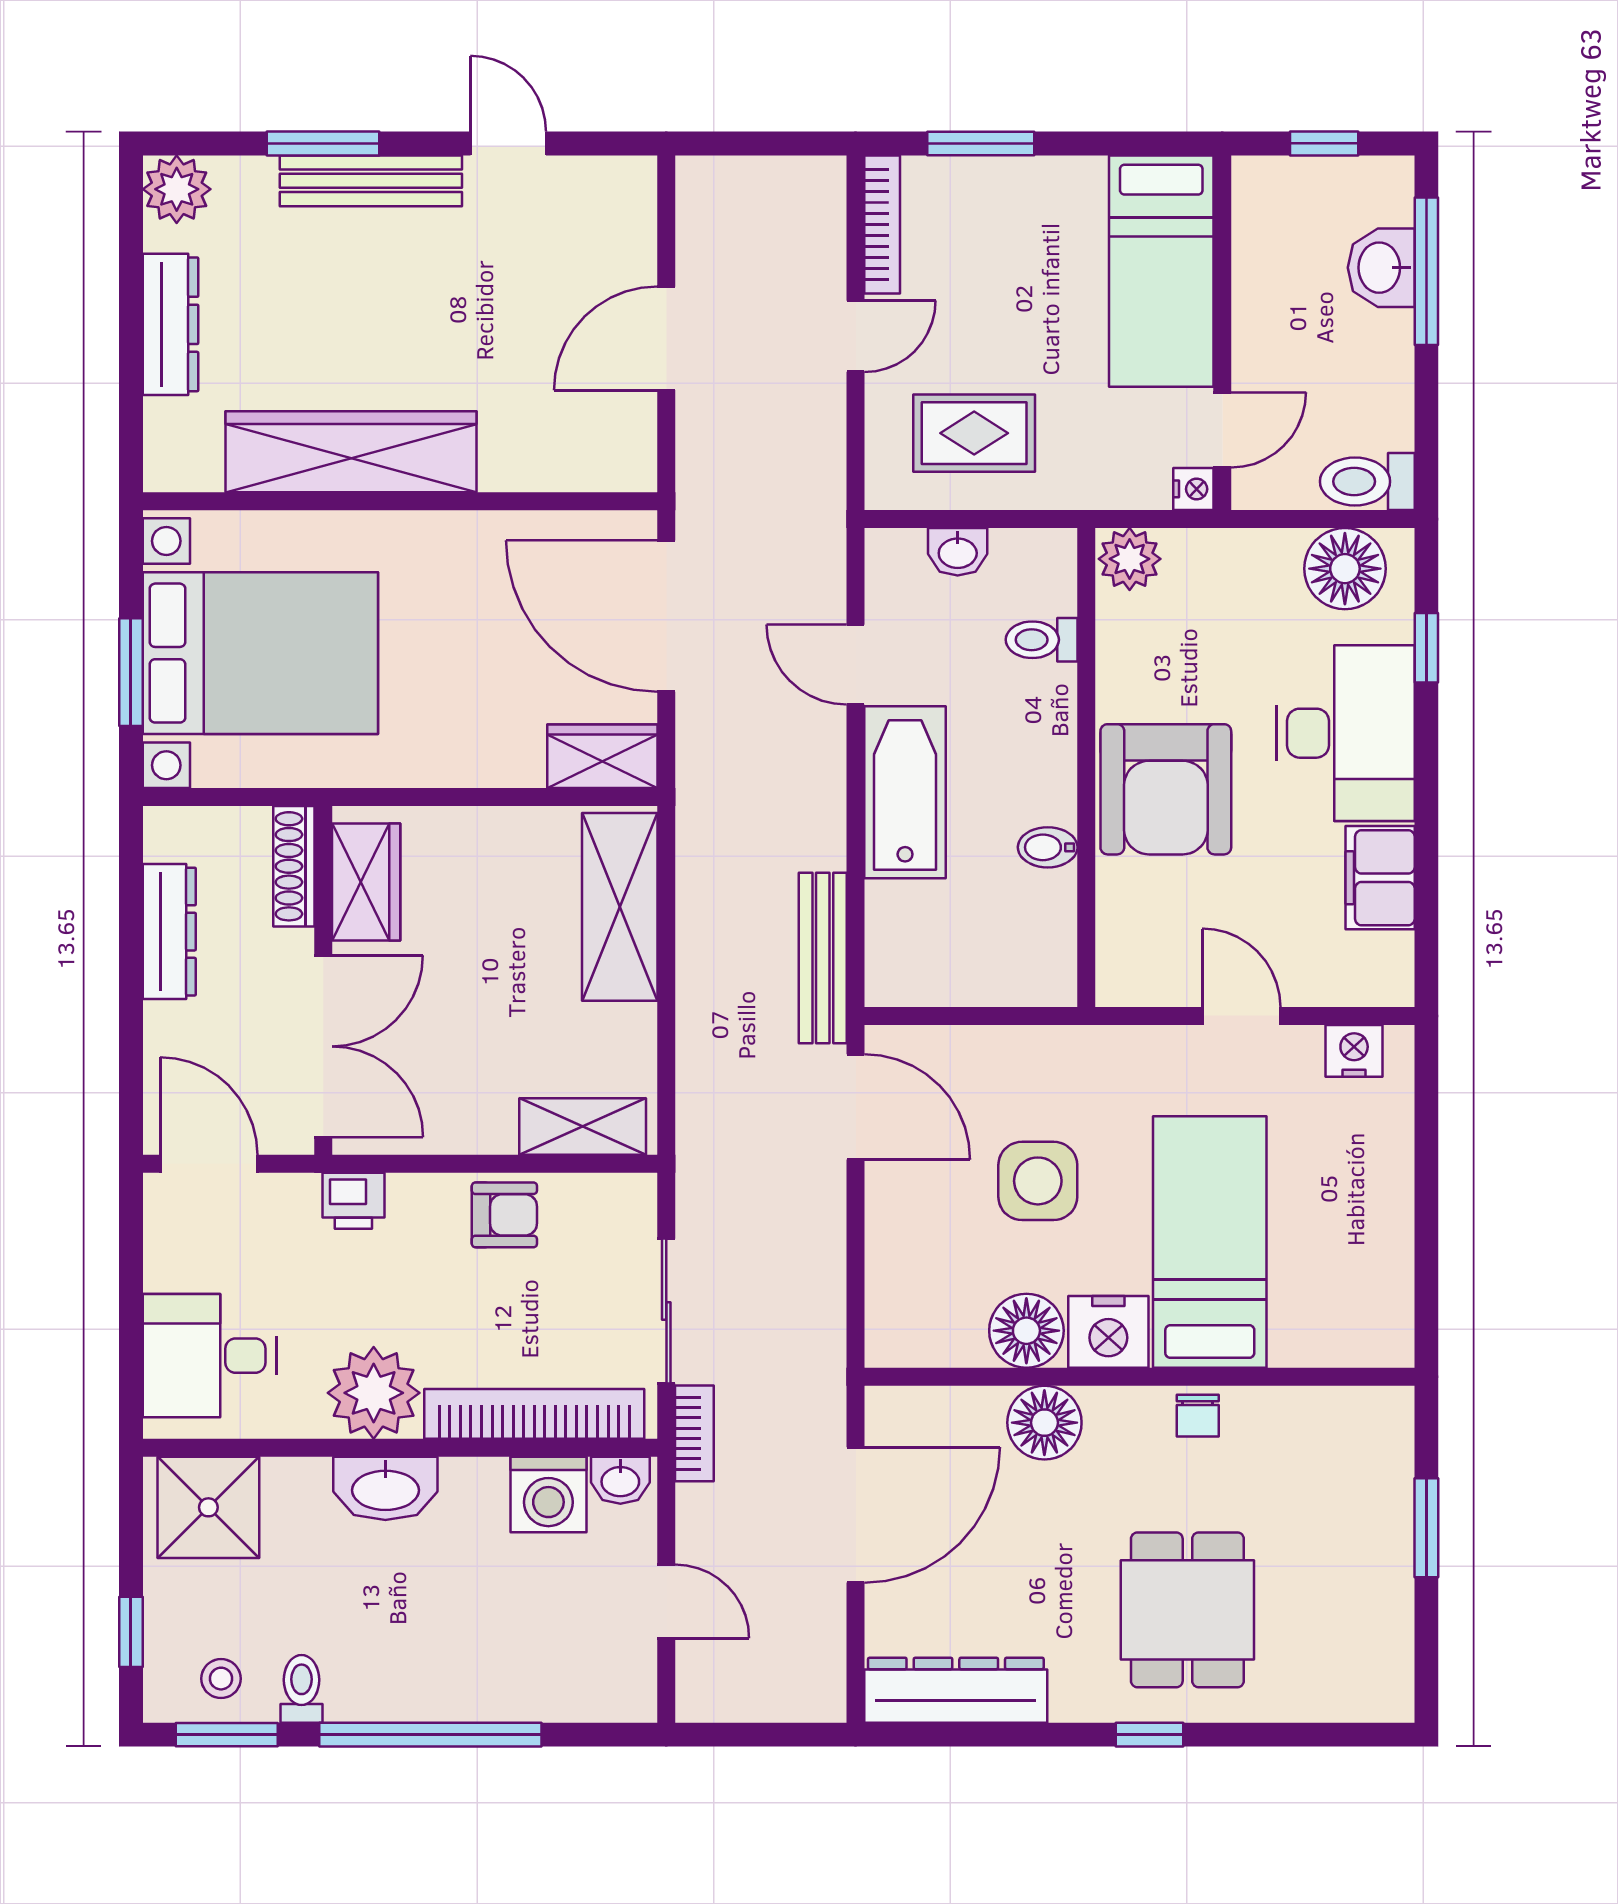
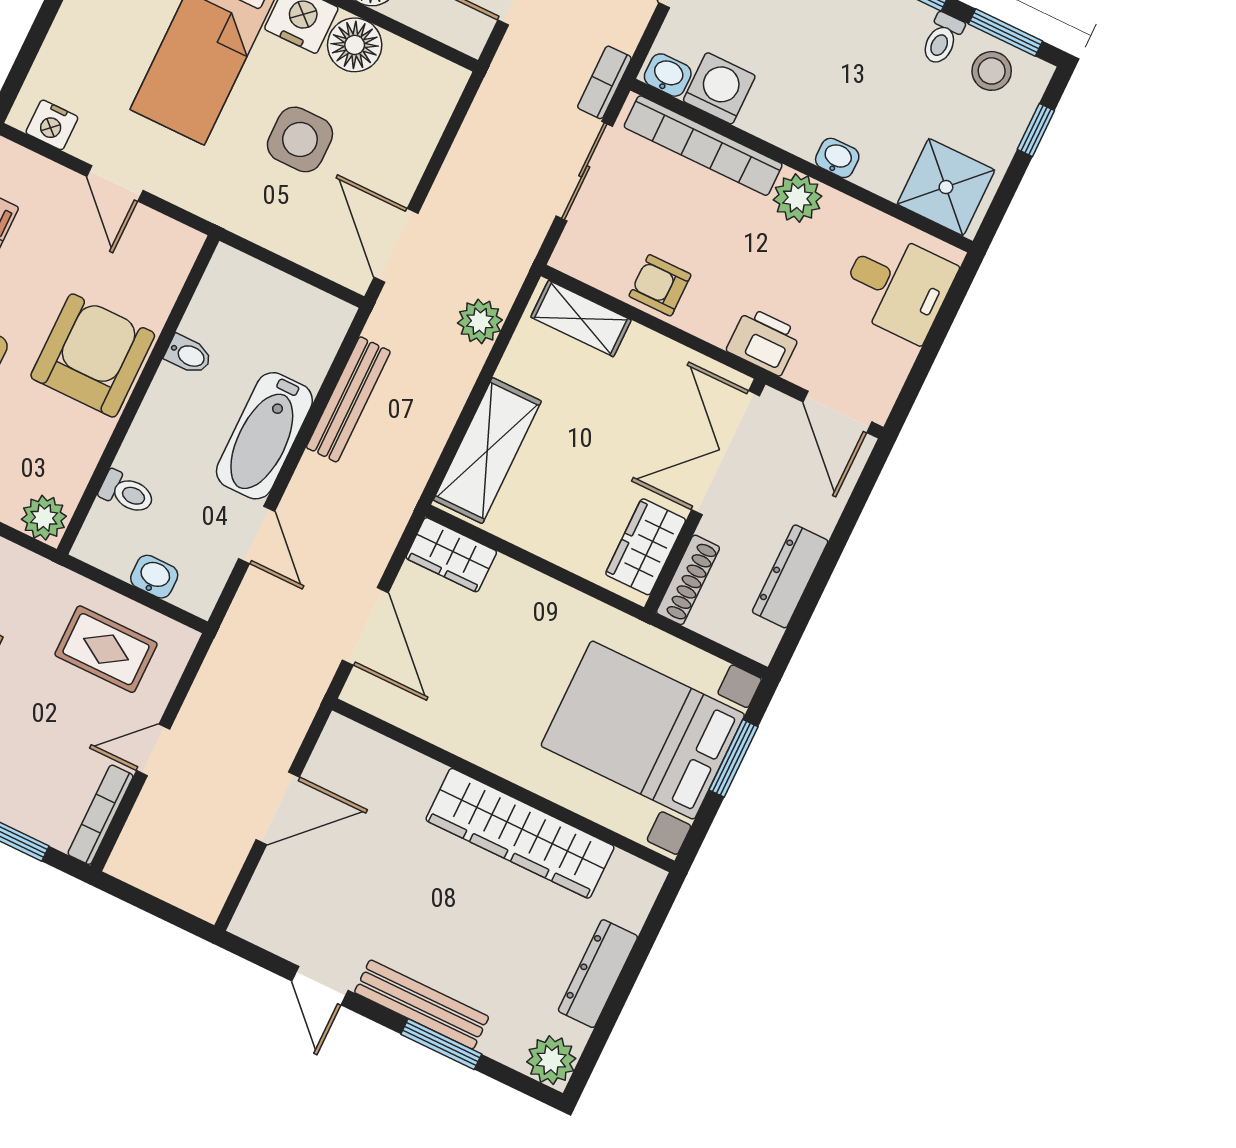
door: (666, 616) -> (365, 626), width x0.73
bench: (823, 958) -> (348, 399), moved
plant: (706, 1063) -> (480, 321), added
printer: (353, 1201) -> (764, 341), width x1.36, depth x1.24
plant: (374, 1393) -> (797, 198), width x0.73, depth x0.73
washbasin: (385, 1488) -> (837, 158), width x0.52, depth x0.69
stool: (221, 1679) -> (992, 71), width x1.37, depth x1.37

